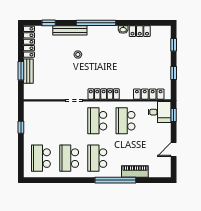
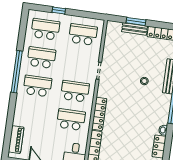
locker: (104, 94) -> (99, 114), moved
school desk: (41, 121) -> (83, 35), added
window: (21, 127) -> (59, 11), moved
piano: (135, 171) -> (16, 140), moved
window: (115, 180) -> (17, 72), moved

